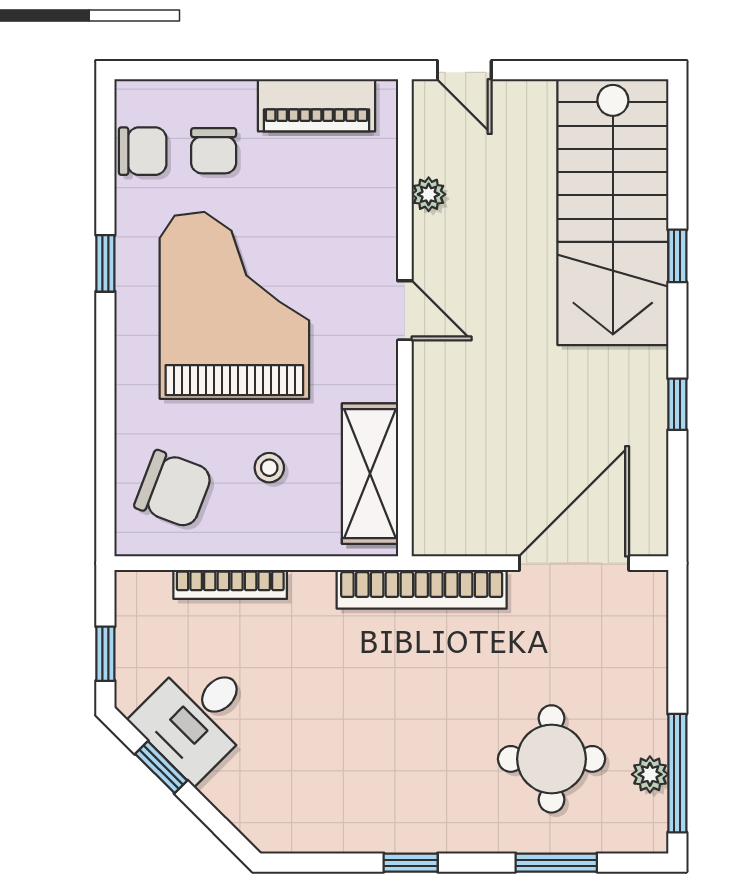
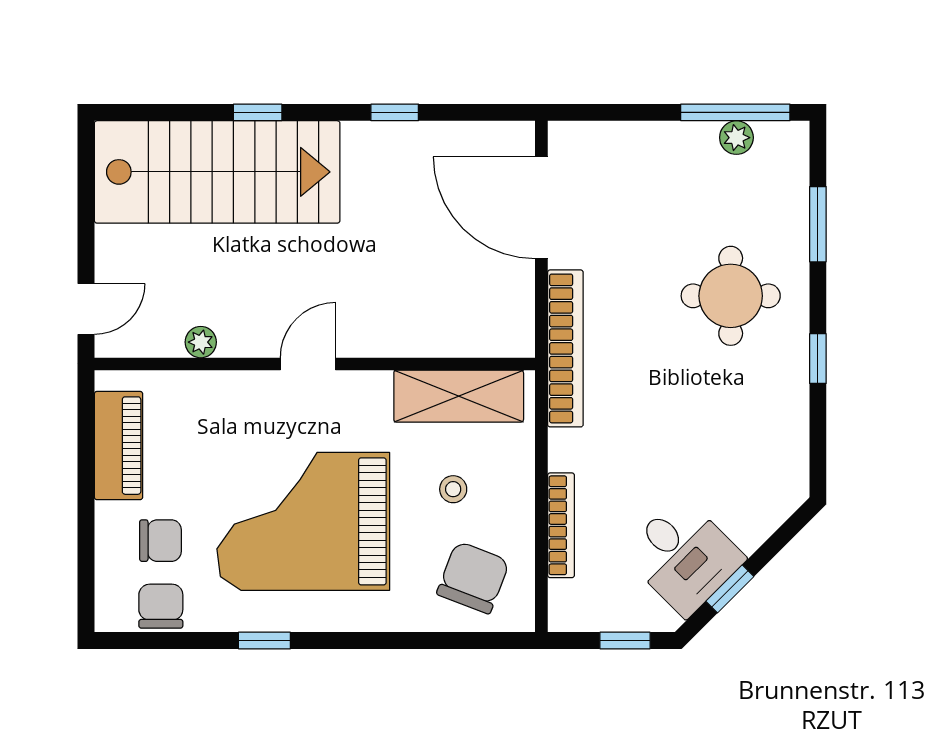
round table: (551, 759) -> (731, 296), moved

